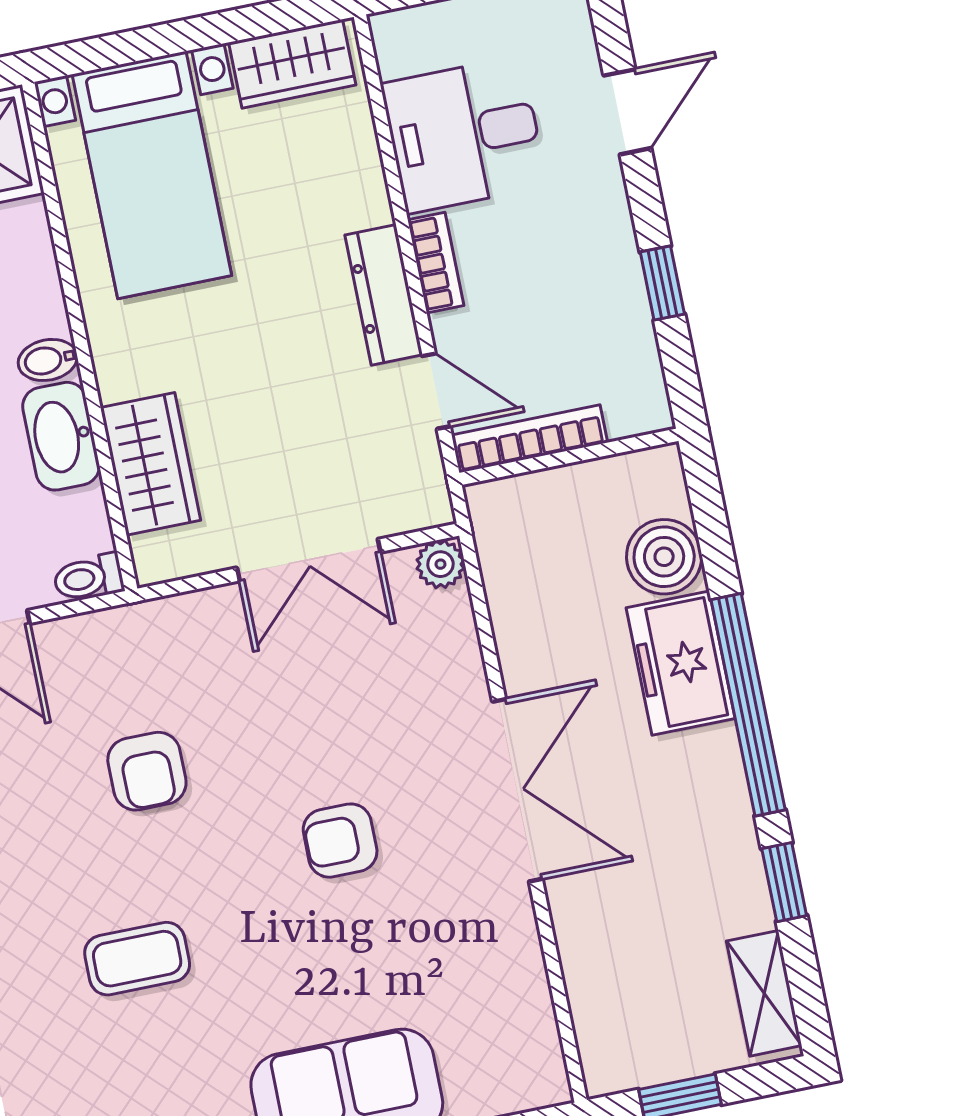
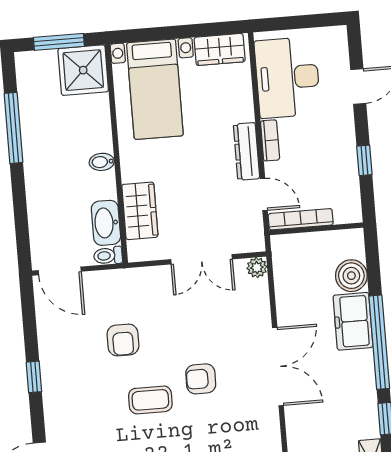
desk: (464, 135) -> (288, 77), width x1.37
washbasin: (61, 436) -> (106, 223), moved
coffee table: (137, 959) -> (150, 400), moved

